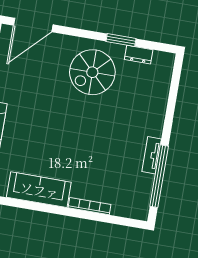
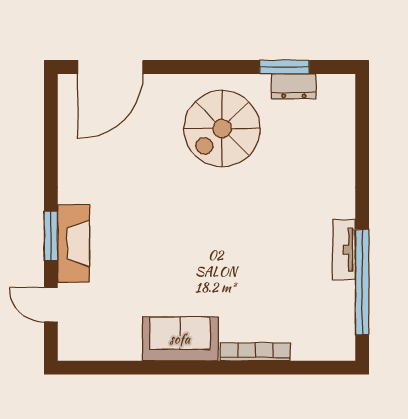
window: (121, 40) -> (284, 67), moved
sofa: (39, 190) -> (180, 339), width x0.73

